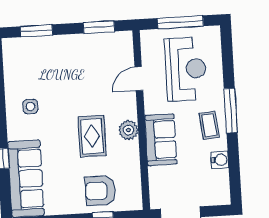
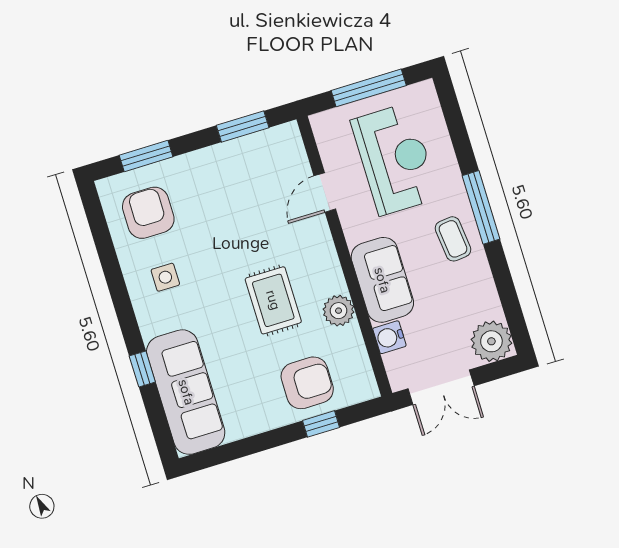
armchair: (30, 65) -> (148, 213), added
plant: (129, 130) -> (339, 311), moved
water cooler: (220, 160) -> (389, 337), moved, turned 180
armchair: (100, 191) -> (307, 383), turned 180
plant: (217, 193) -> (491, 341), added

